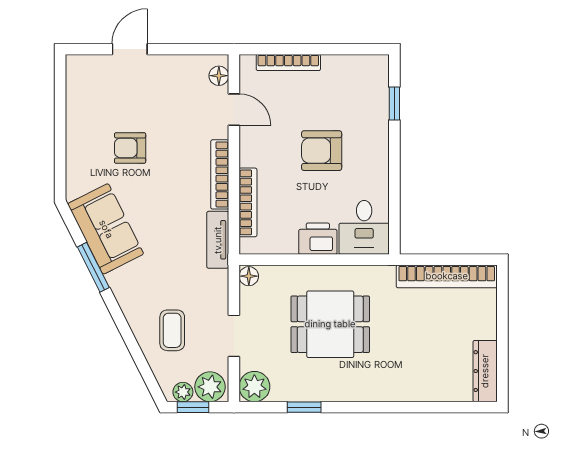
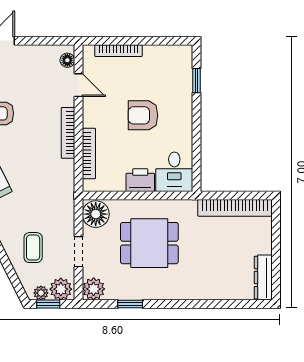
tv unit: (218, 240) -> (67, 181), removed
floor lamp: (249, 276) -> (96, 214), width x1.89, depth x1.89

